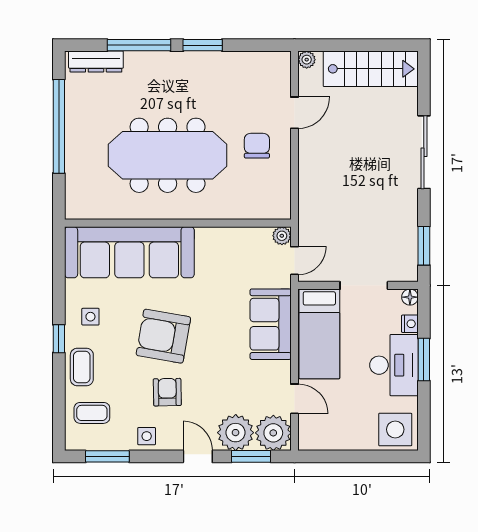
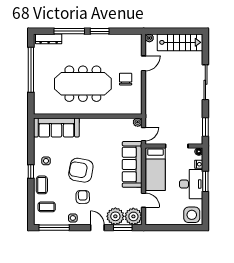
sofa: (129, 252) -> (56, 127), width x0.74, depth x0.79
sofa: (271, 324) -> (132, 164), width x1.36
window: (107, 456) -> (54, 228), width x1.44

